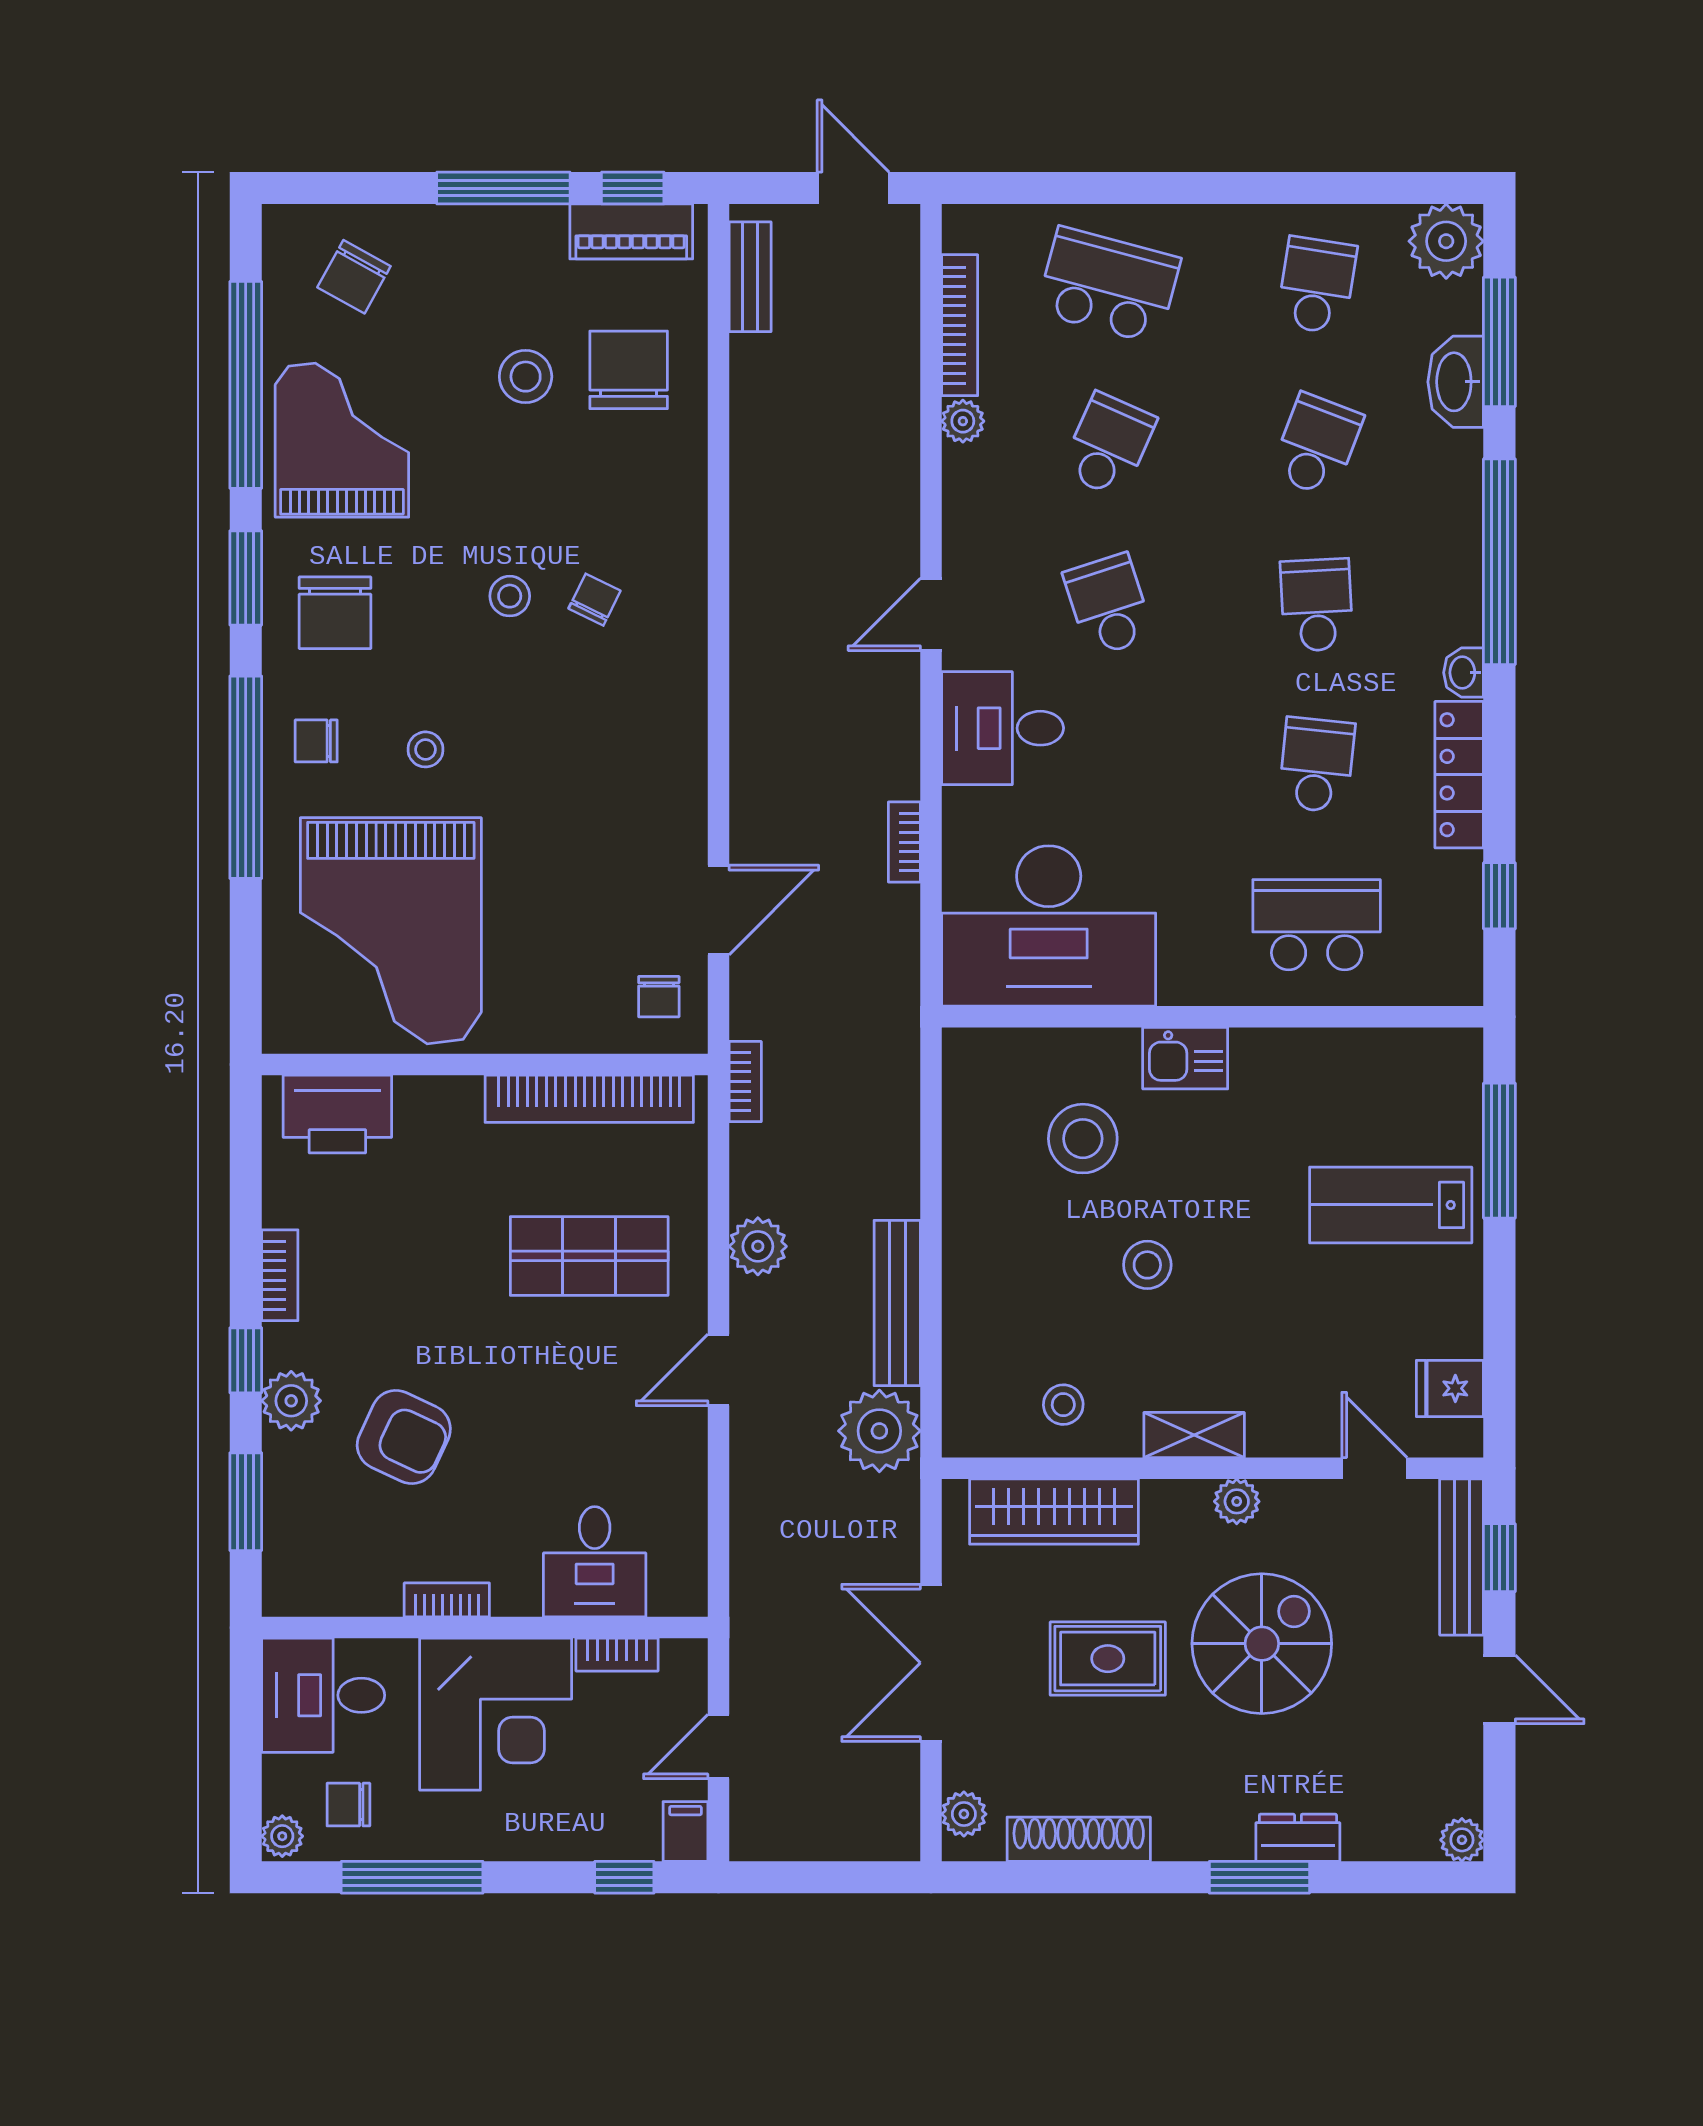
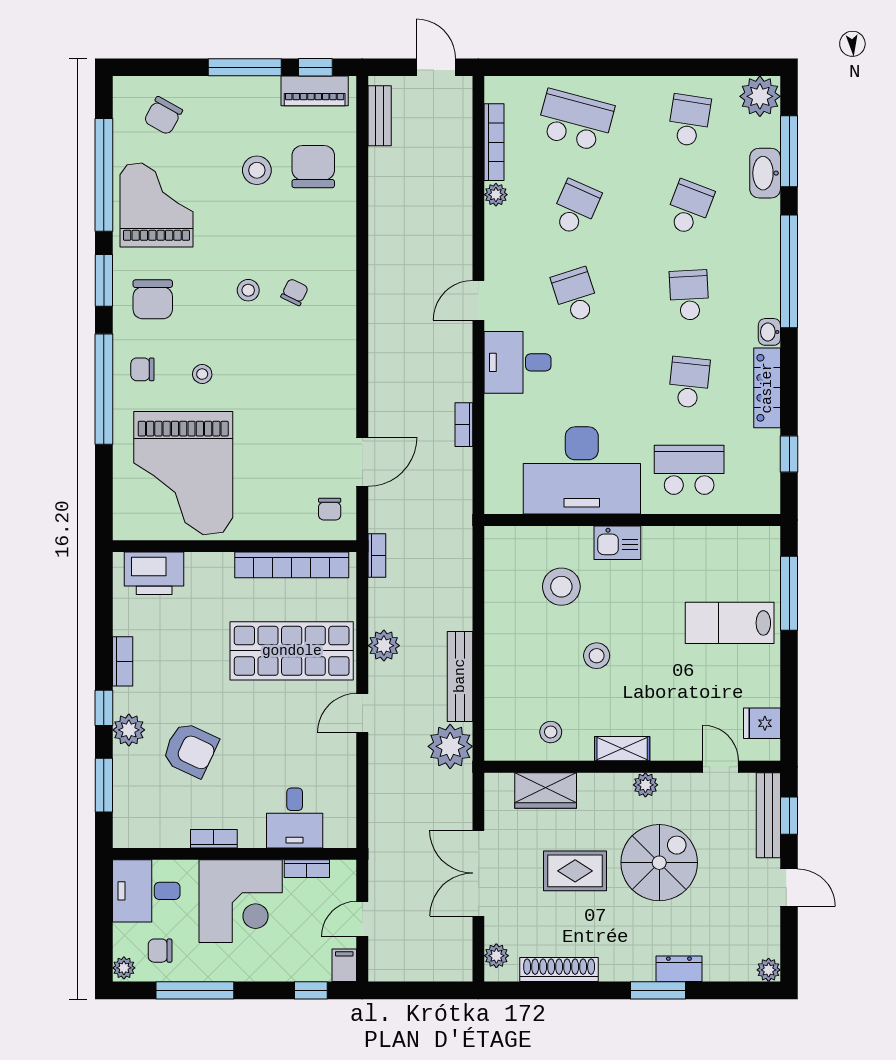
desk: (1049, 926) -> (582, 470), moved
shop shelf: (589, 1256) -> (292, 651), width x1.43, depth x1.36
wardrobe: (1054, 1512) -> (546, 790), width x0.67

